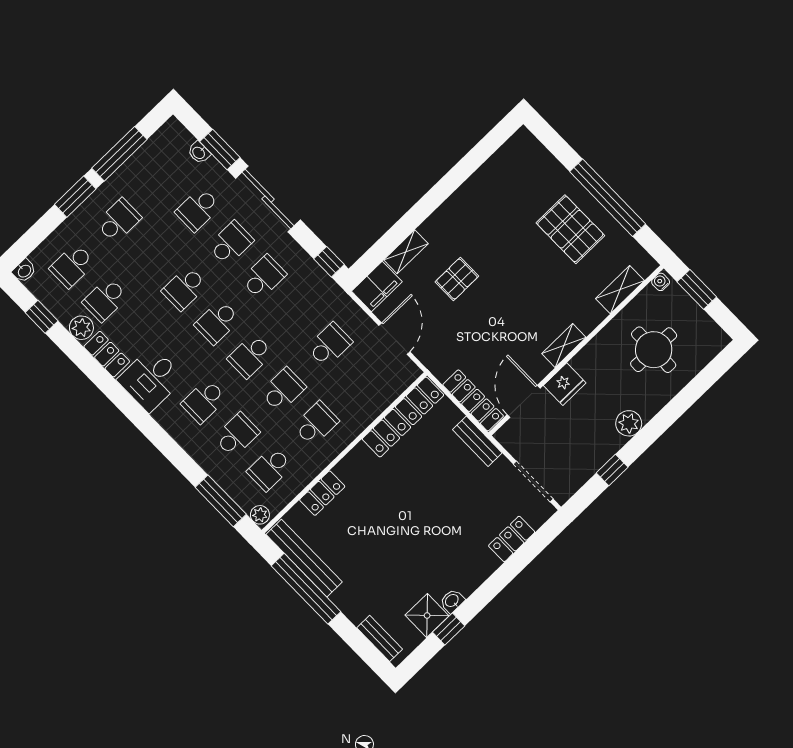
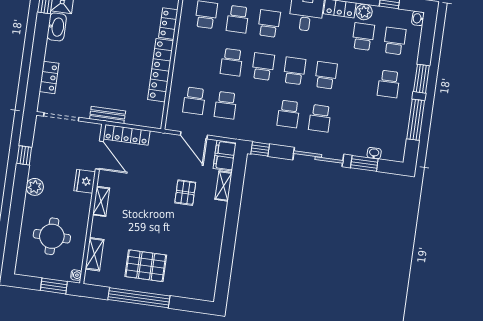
school desk: (198, 209) -> (351, 123), removed
locker: (403, 417) -> (161, 70), moved
school desk: (316, 424) -> (194, 101), moved
washbasin: (452, 601) -> (57, 27), width x1.91, depth x1.45

